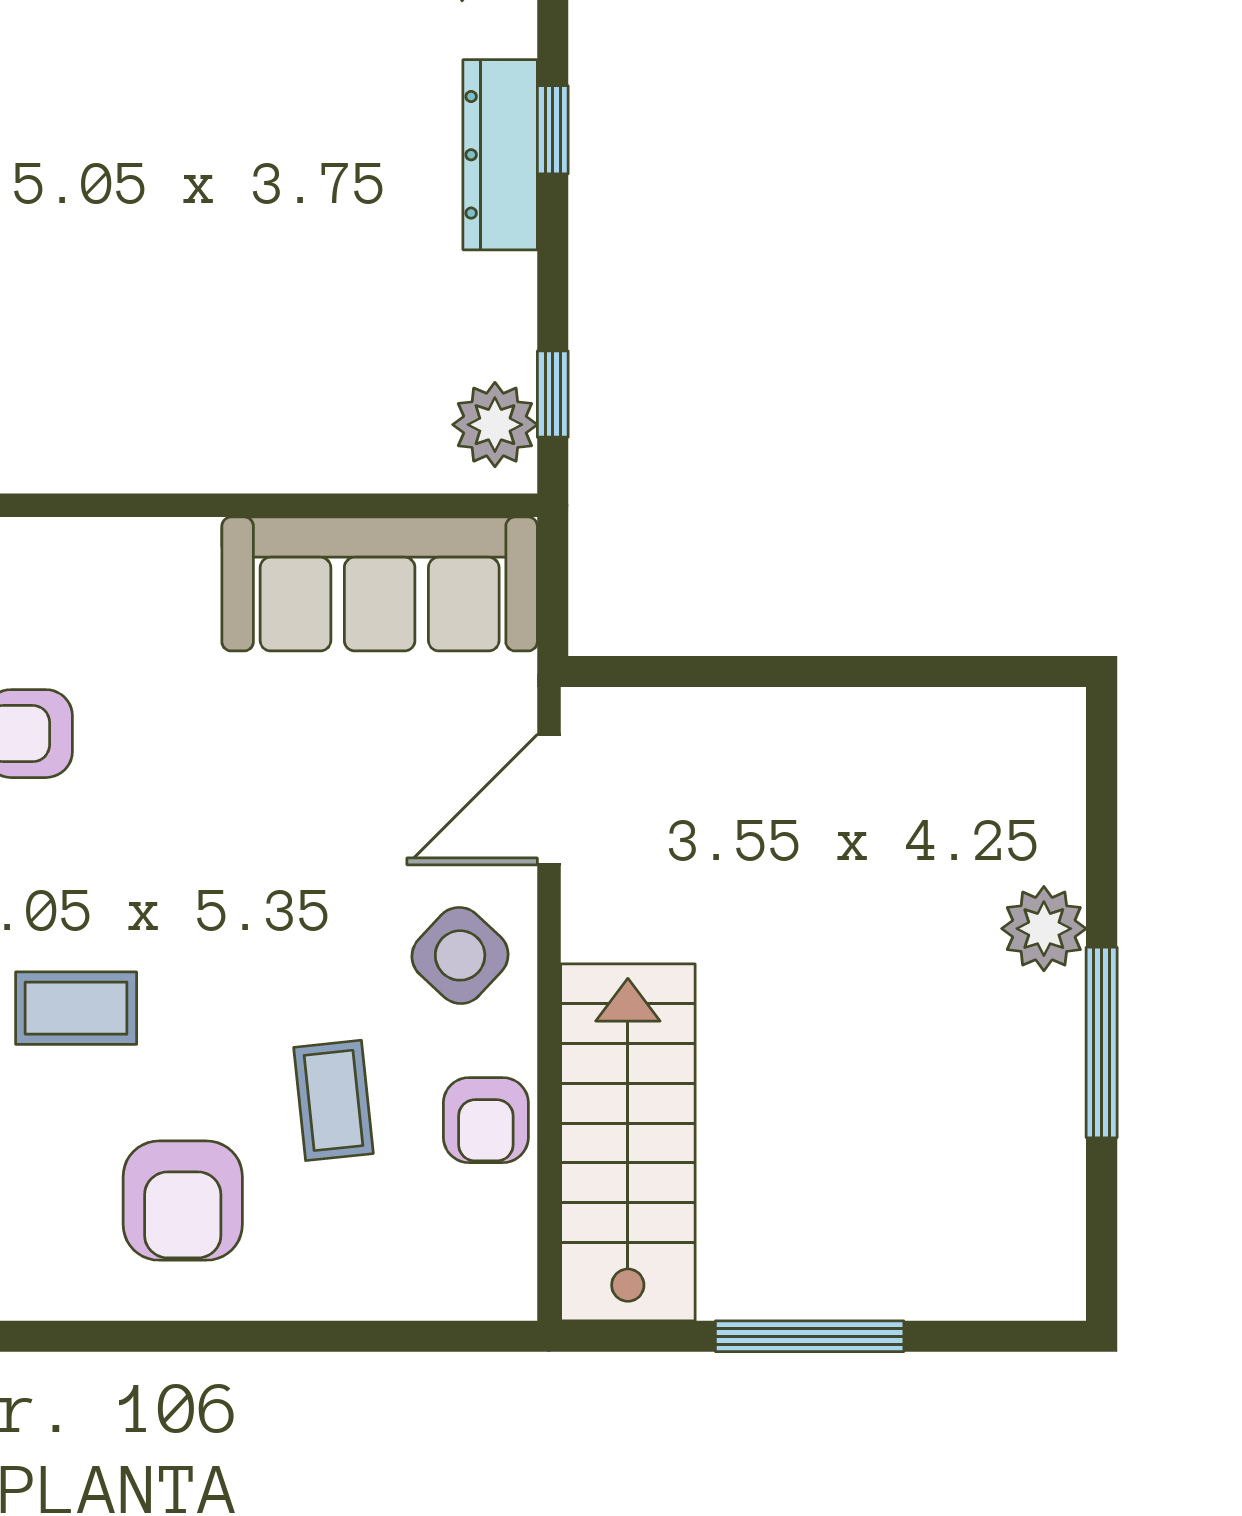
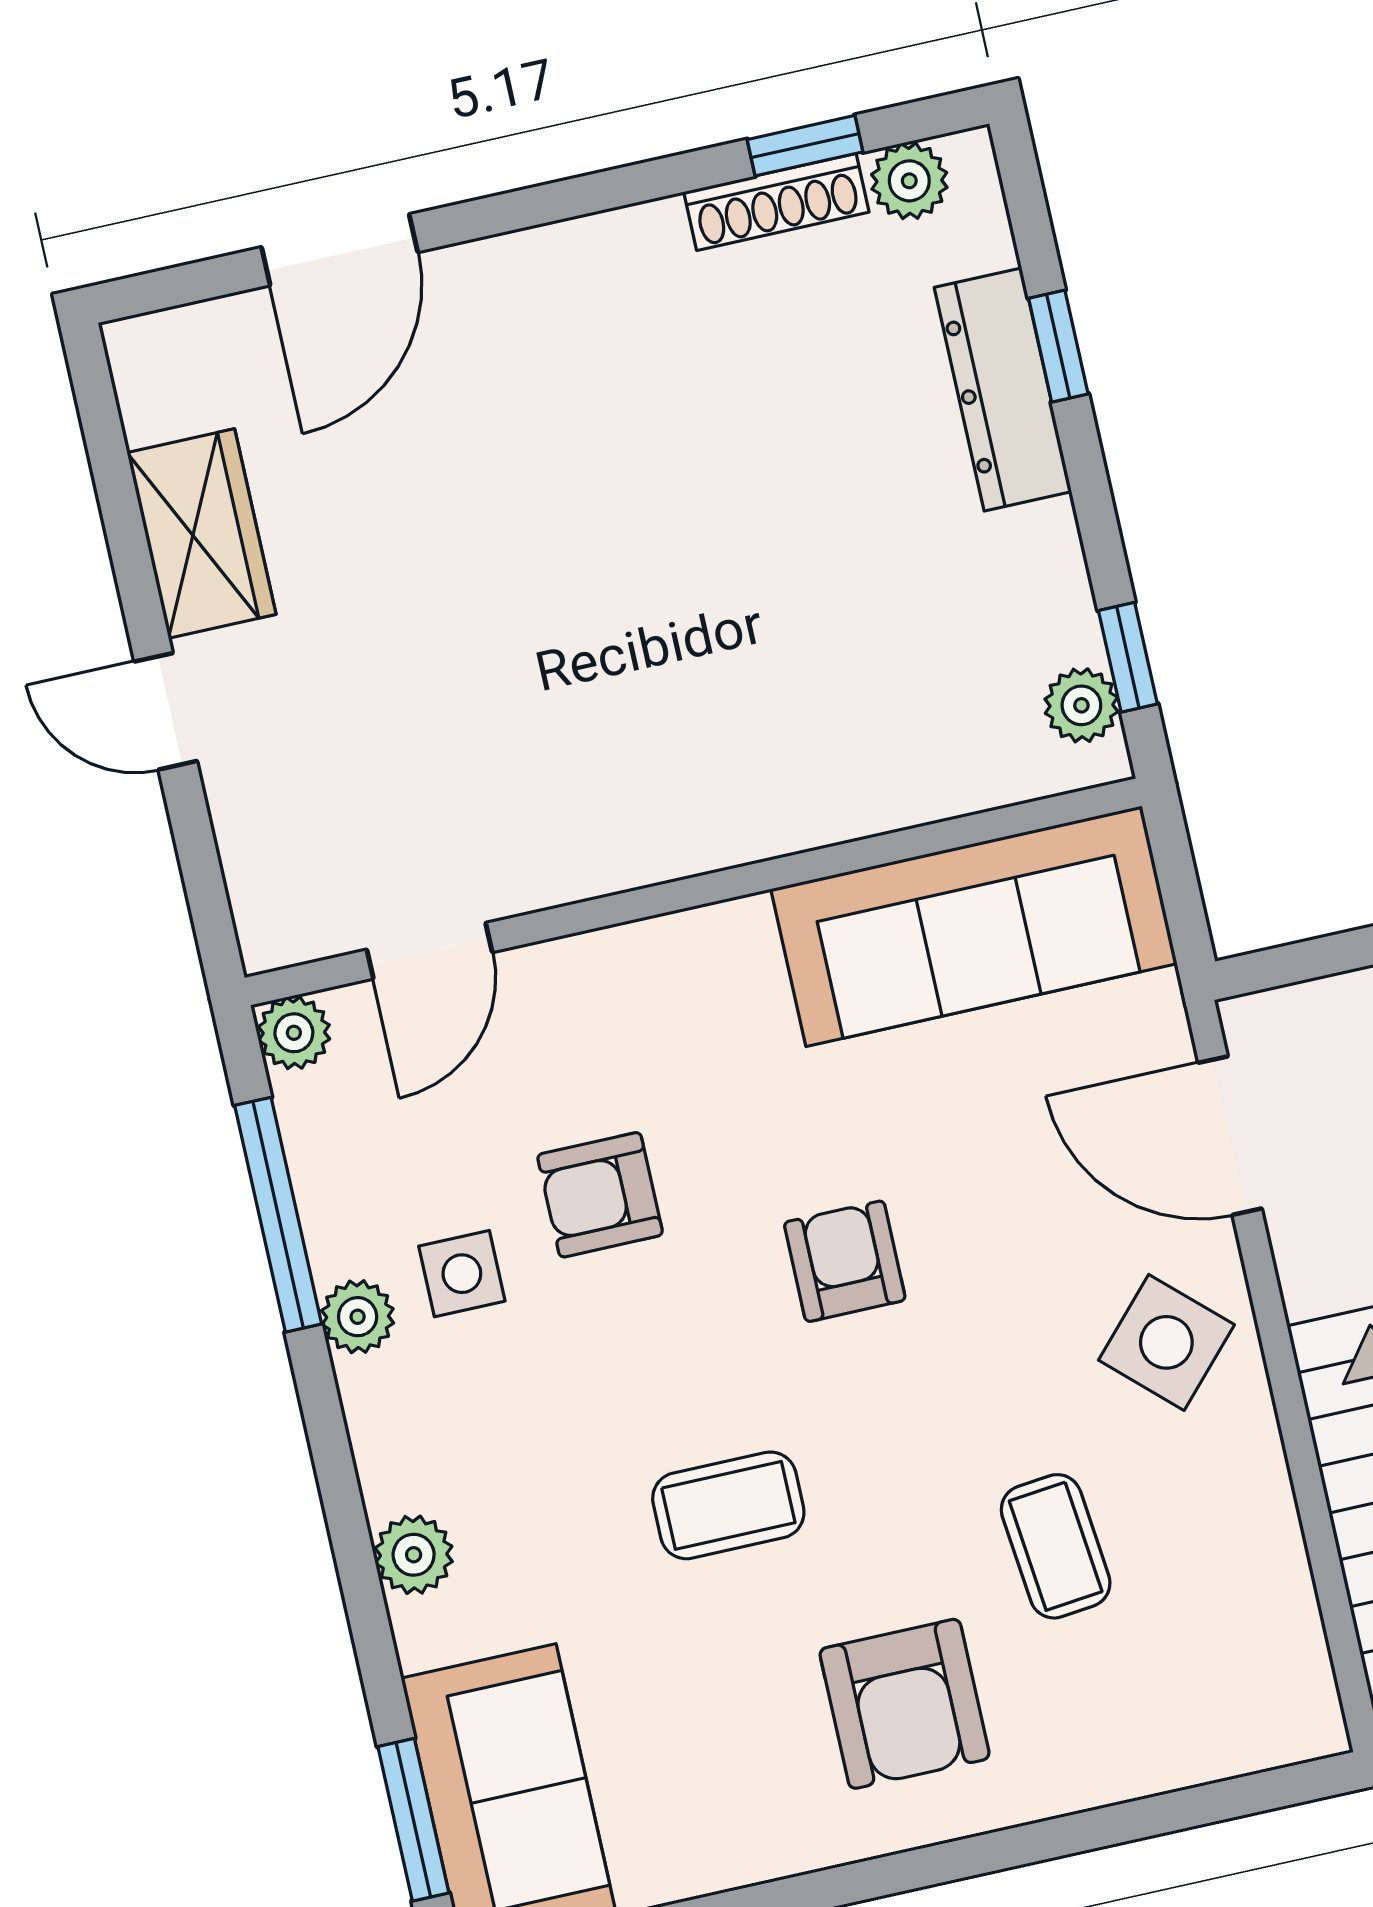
plant: (495, 425) -> (1081, 705), width x0.73, depth x0.73
door: (549, 800) -> (1230, 1136), hinge flipped
armchair: (486, 1120) -> (845, 1261), moved, turned 180

